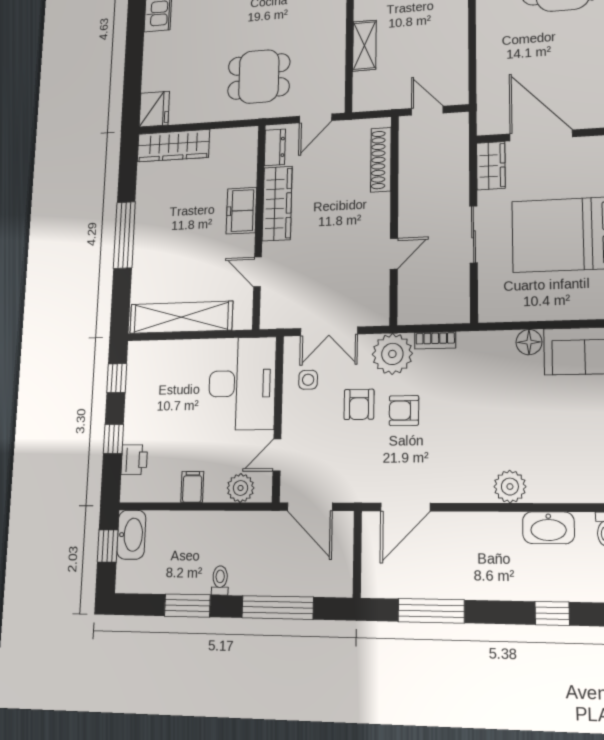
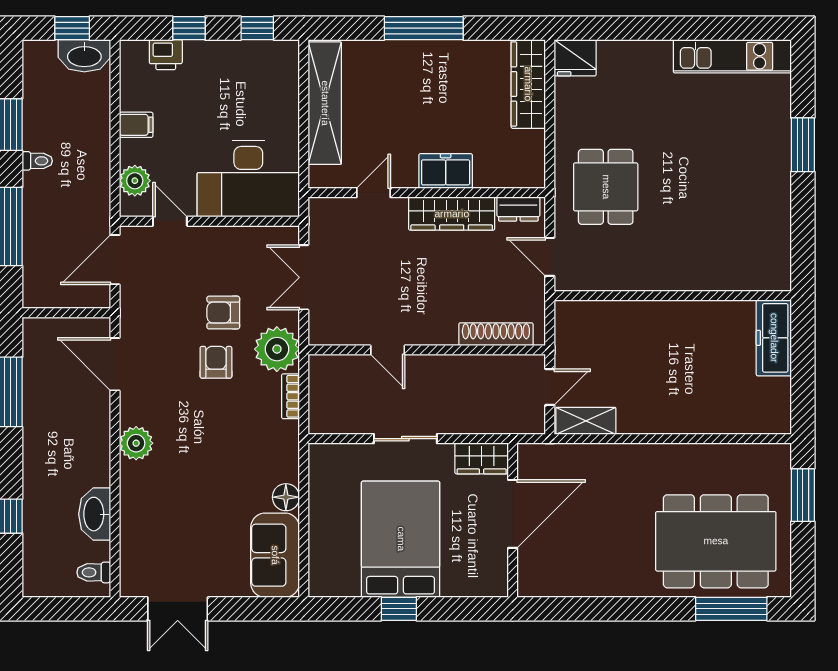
shelving: (364, 46) -> (586, 421), moved
side table: (308, 380) -> (251, 255), removed
plant: (510, 487) -> (136, 443), moved

